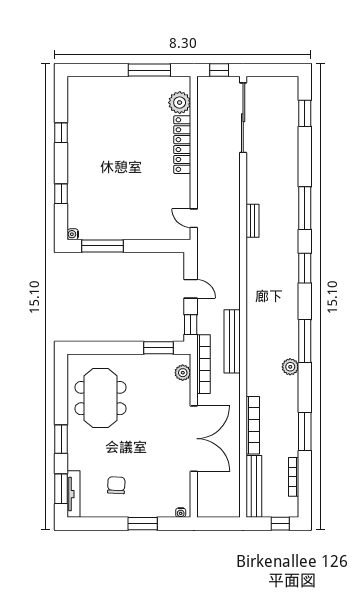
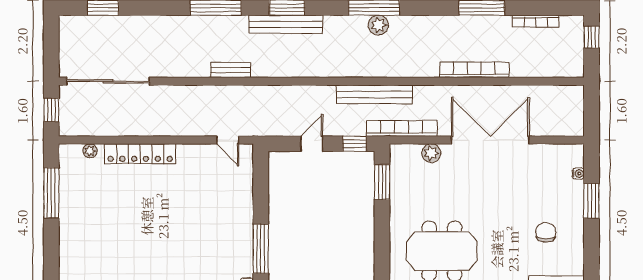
plant: (180, 103) -> (90, 151), width x0.53, depth x0.53
door: (194, 218) -> (228, 140), hinge flipped
plant: (290, 367) -> (378, 25), moved
plant: (183, 373) -> (431, 153), moved
chair: (116, 485) -> (546, 232), turned 87
bench: (254, 486) -> (286, 24), moved
water cooler: (181, 513) -> (578, 174), moved

